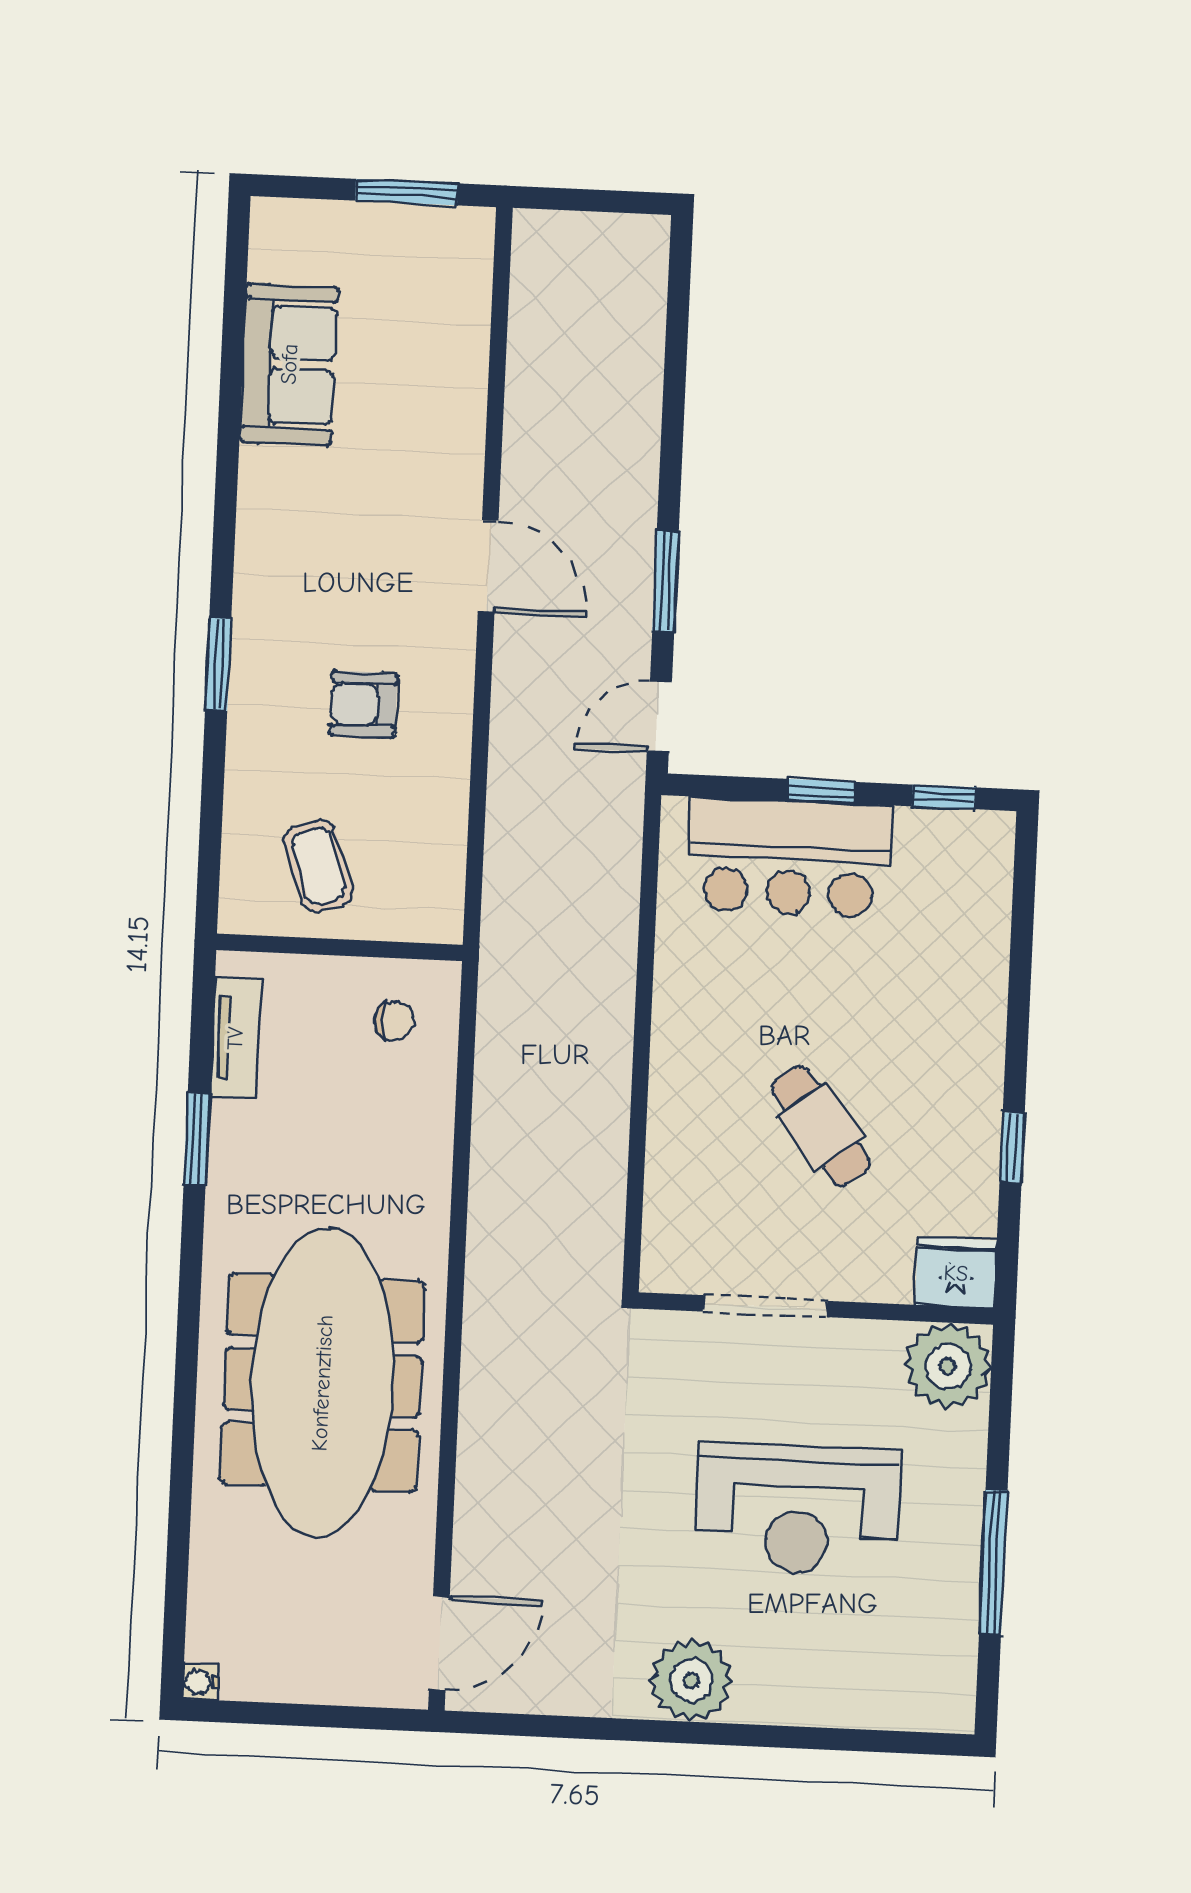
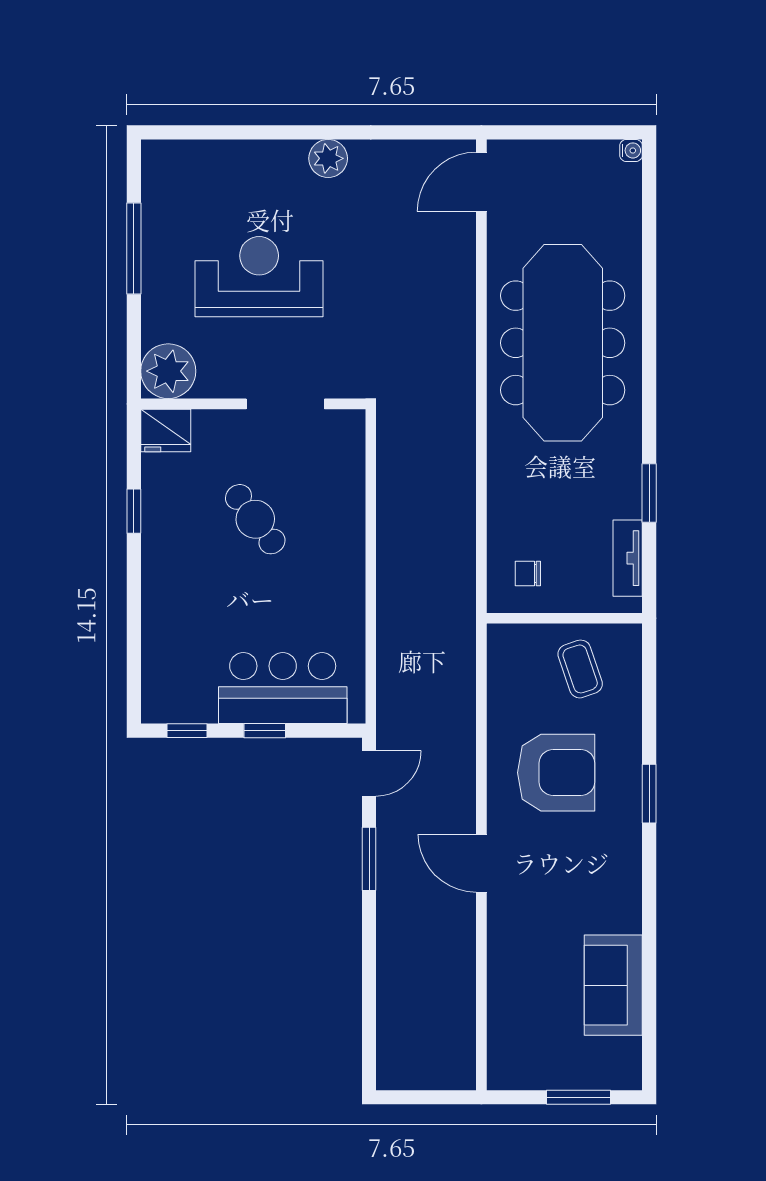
window: (407, 192) -> (579, 1097), moved
armchair: (364, 704) -> (556, 773), width x1.88, depth x1.88
plant: (691, 1680) -> (328, 158), width x0.73, depth x0.73

